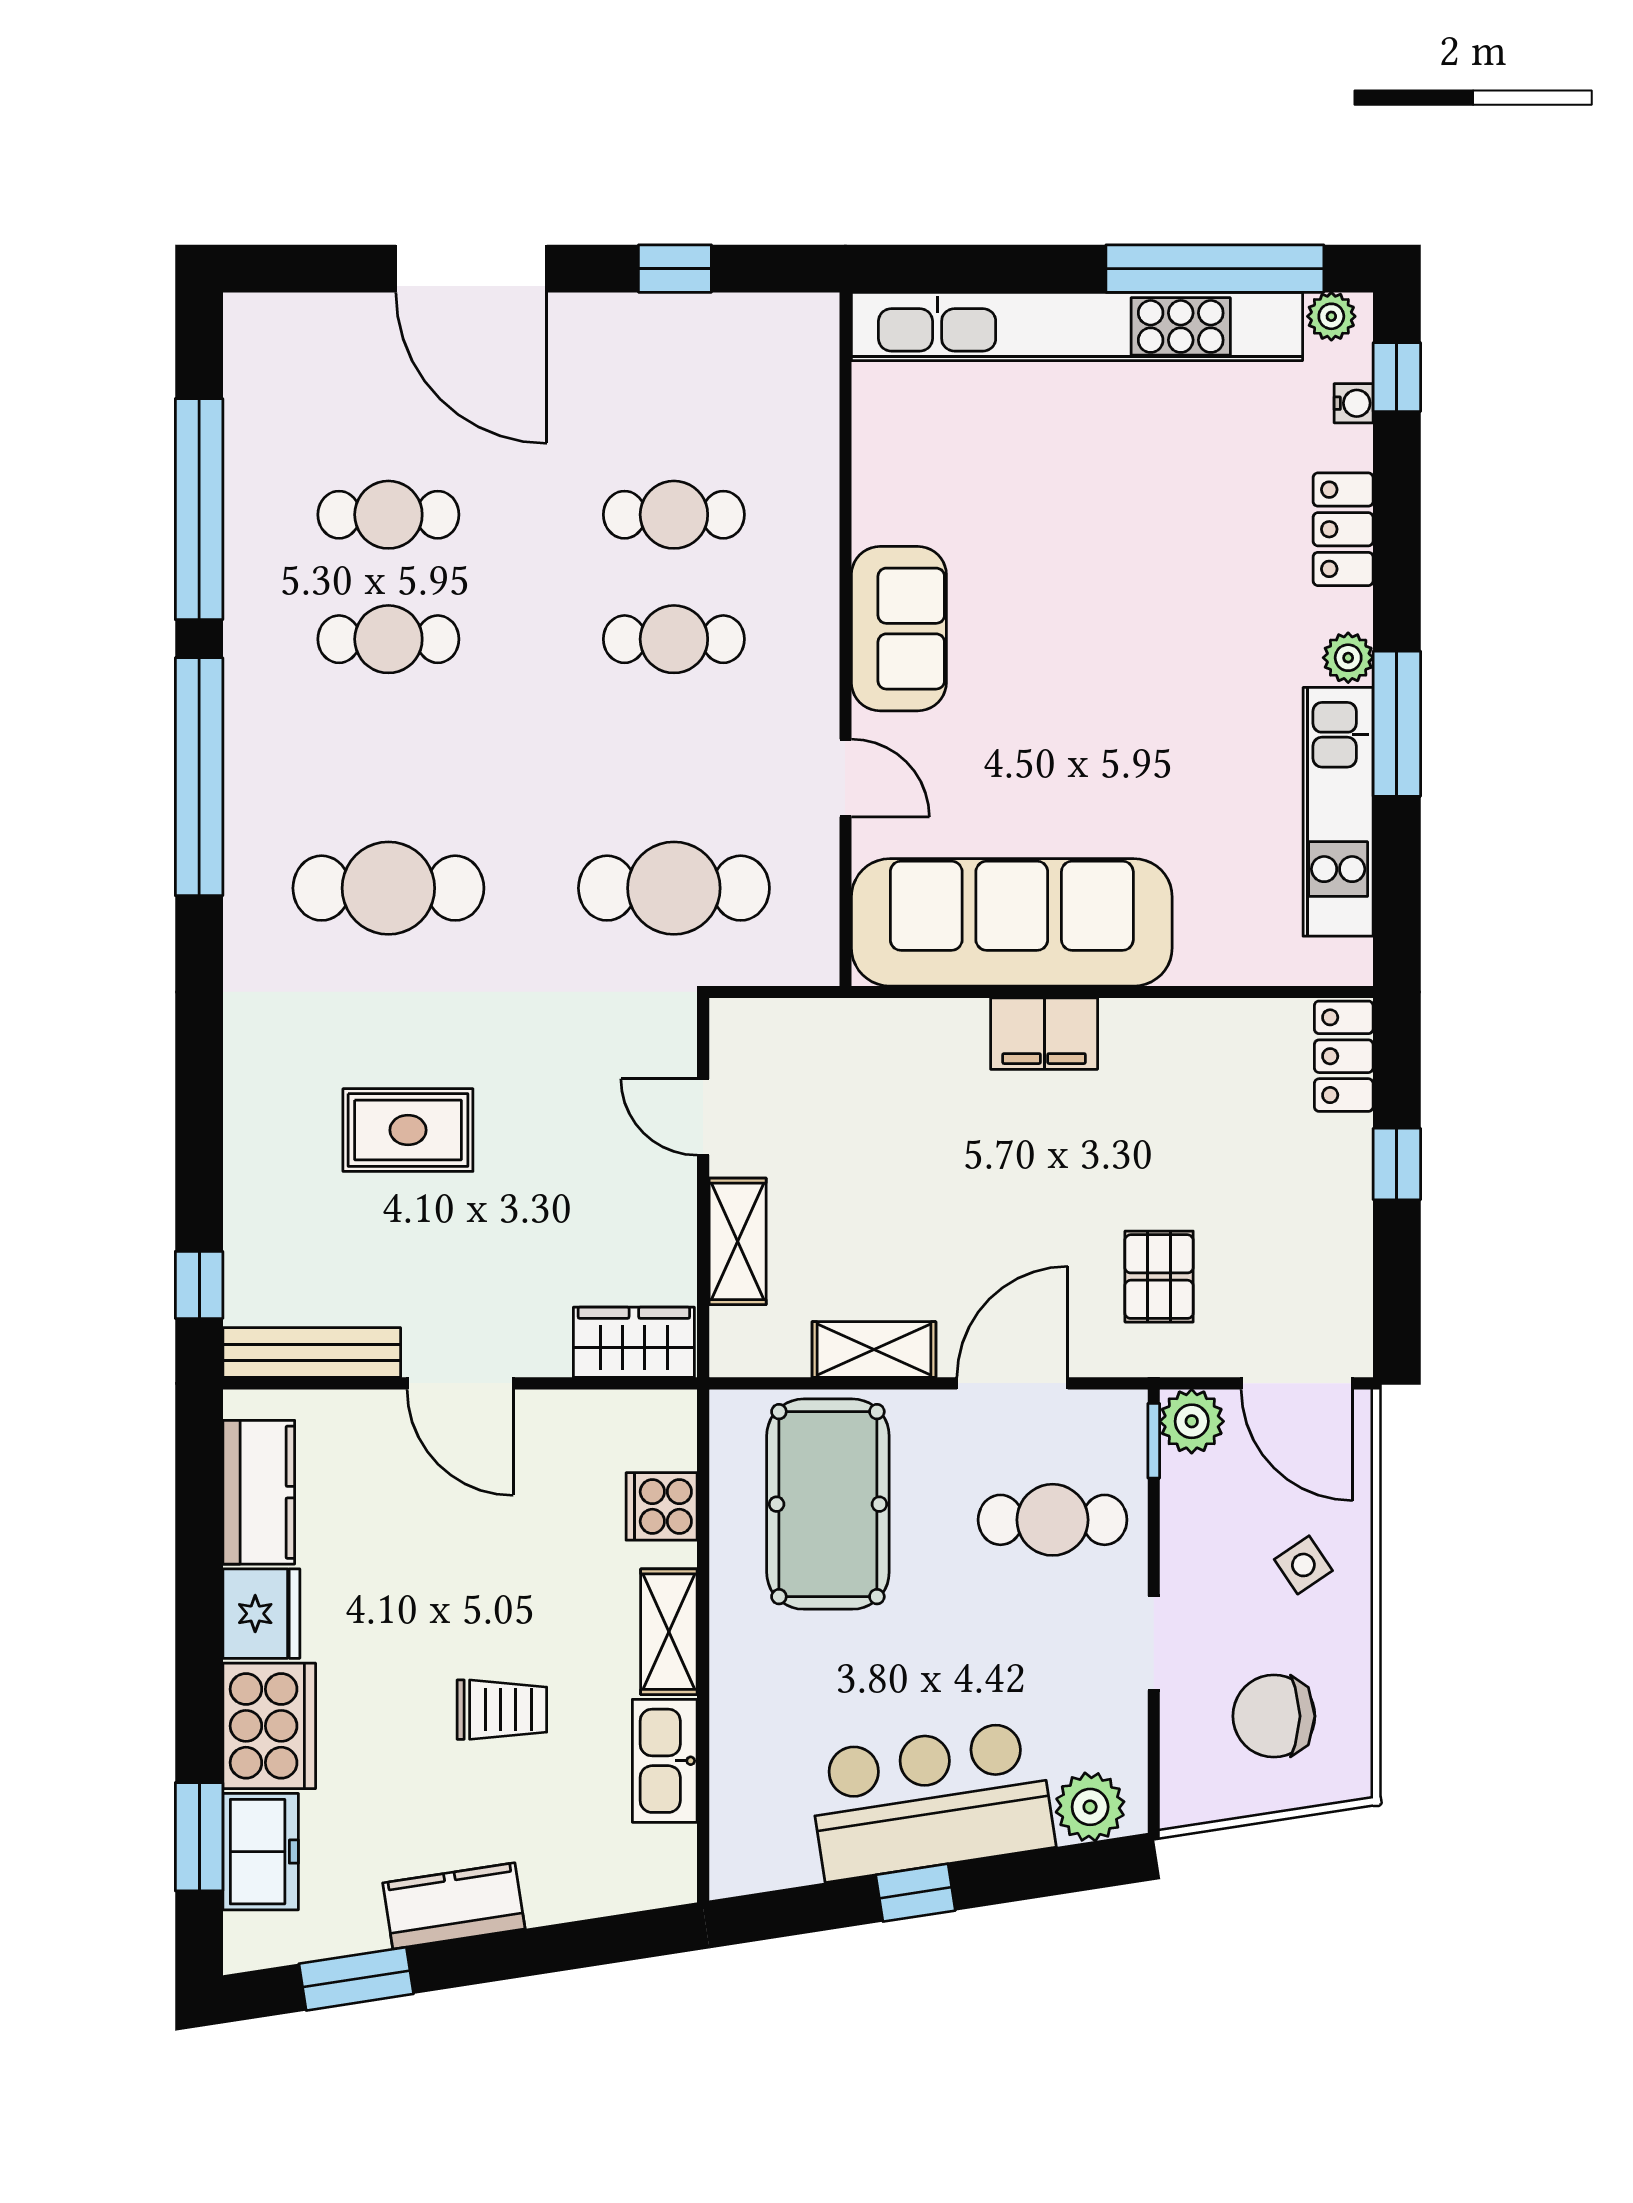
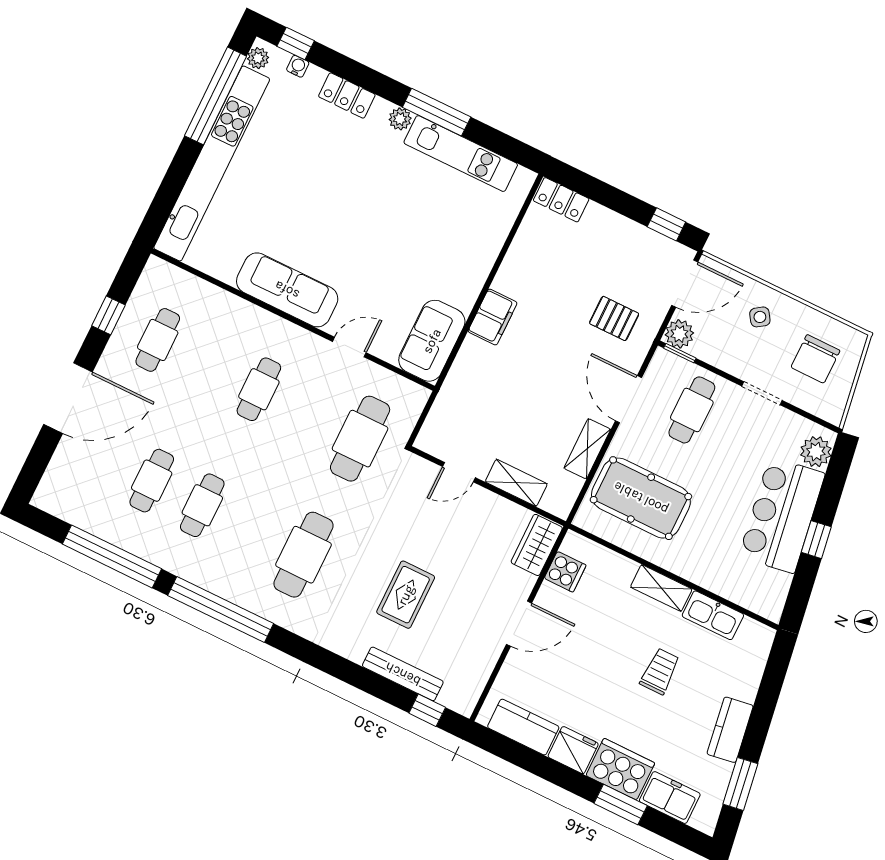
cafe table: (674, 515) -> (158, 340), moved
sofa: (899, 629) -> (287, 290), width x1.36
sofa: (1012, 922) -> (432, 341), width x0.54, depth x0.79
window: (1397, 1164) -> (666, 224), moved
bench: (312, 1353) -> (403, 674), moved, turned 90
cooker: (662, 1506) -> (565, 572), moved, turned -90
window: (199, 1837) -> (621, 805), moved

